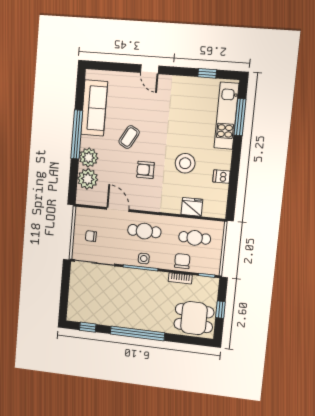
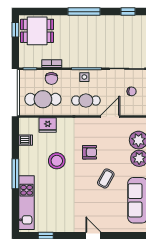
window: (240, 117) -> (15, 174), moved
dishwasher: (222, 177) -> (26, 140), moved
door: (118, 209) -> (110, 117), swing flipped
cafe table: (195, 238) -> (43, 99), width x1.37, depth x1.35
window: (220, 310) -> (15, 30), moved
window: (137, 333) -> (84, 12), width x0.68

